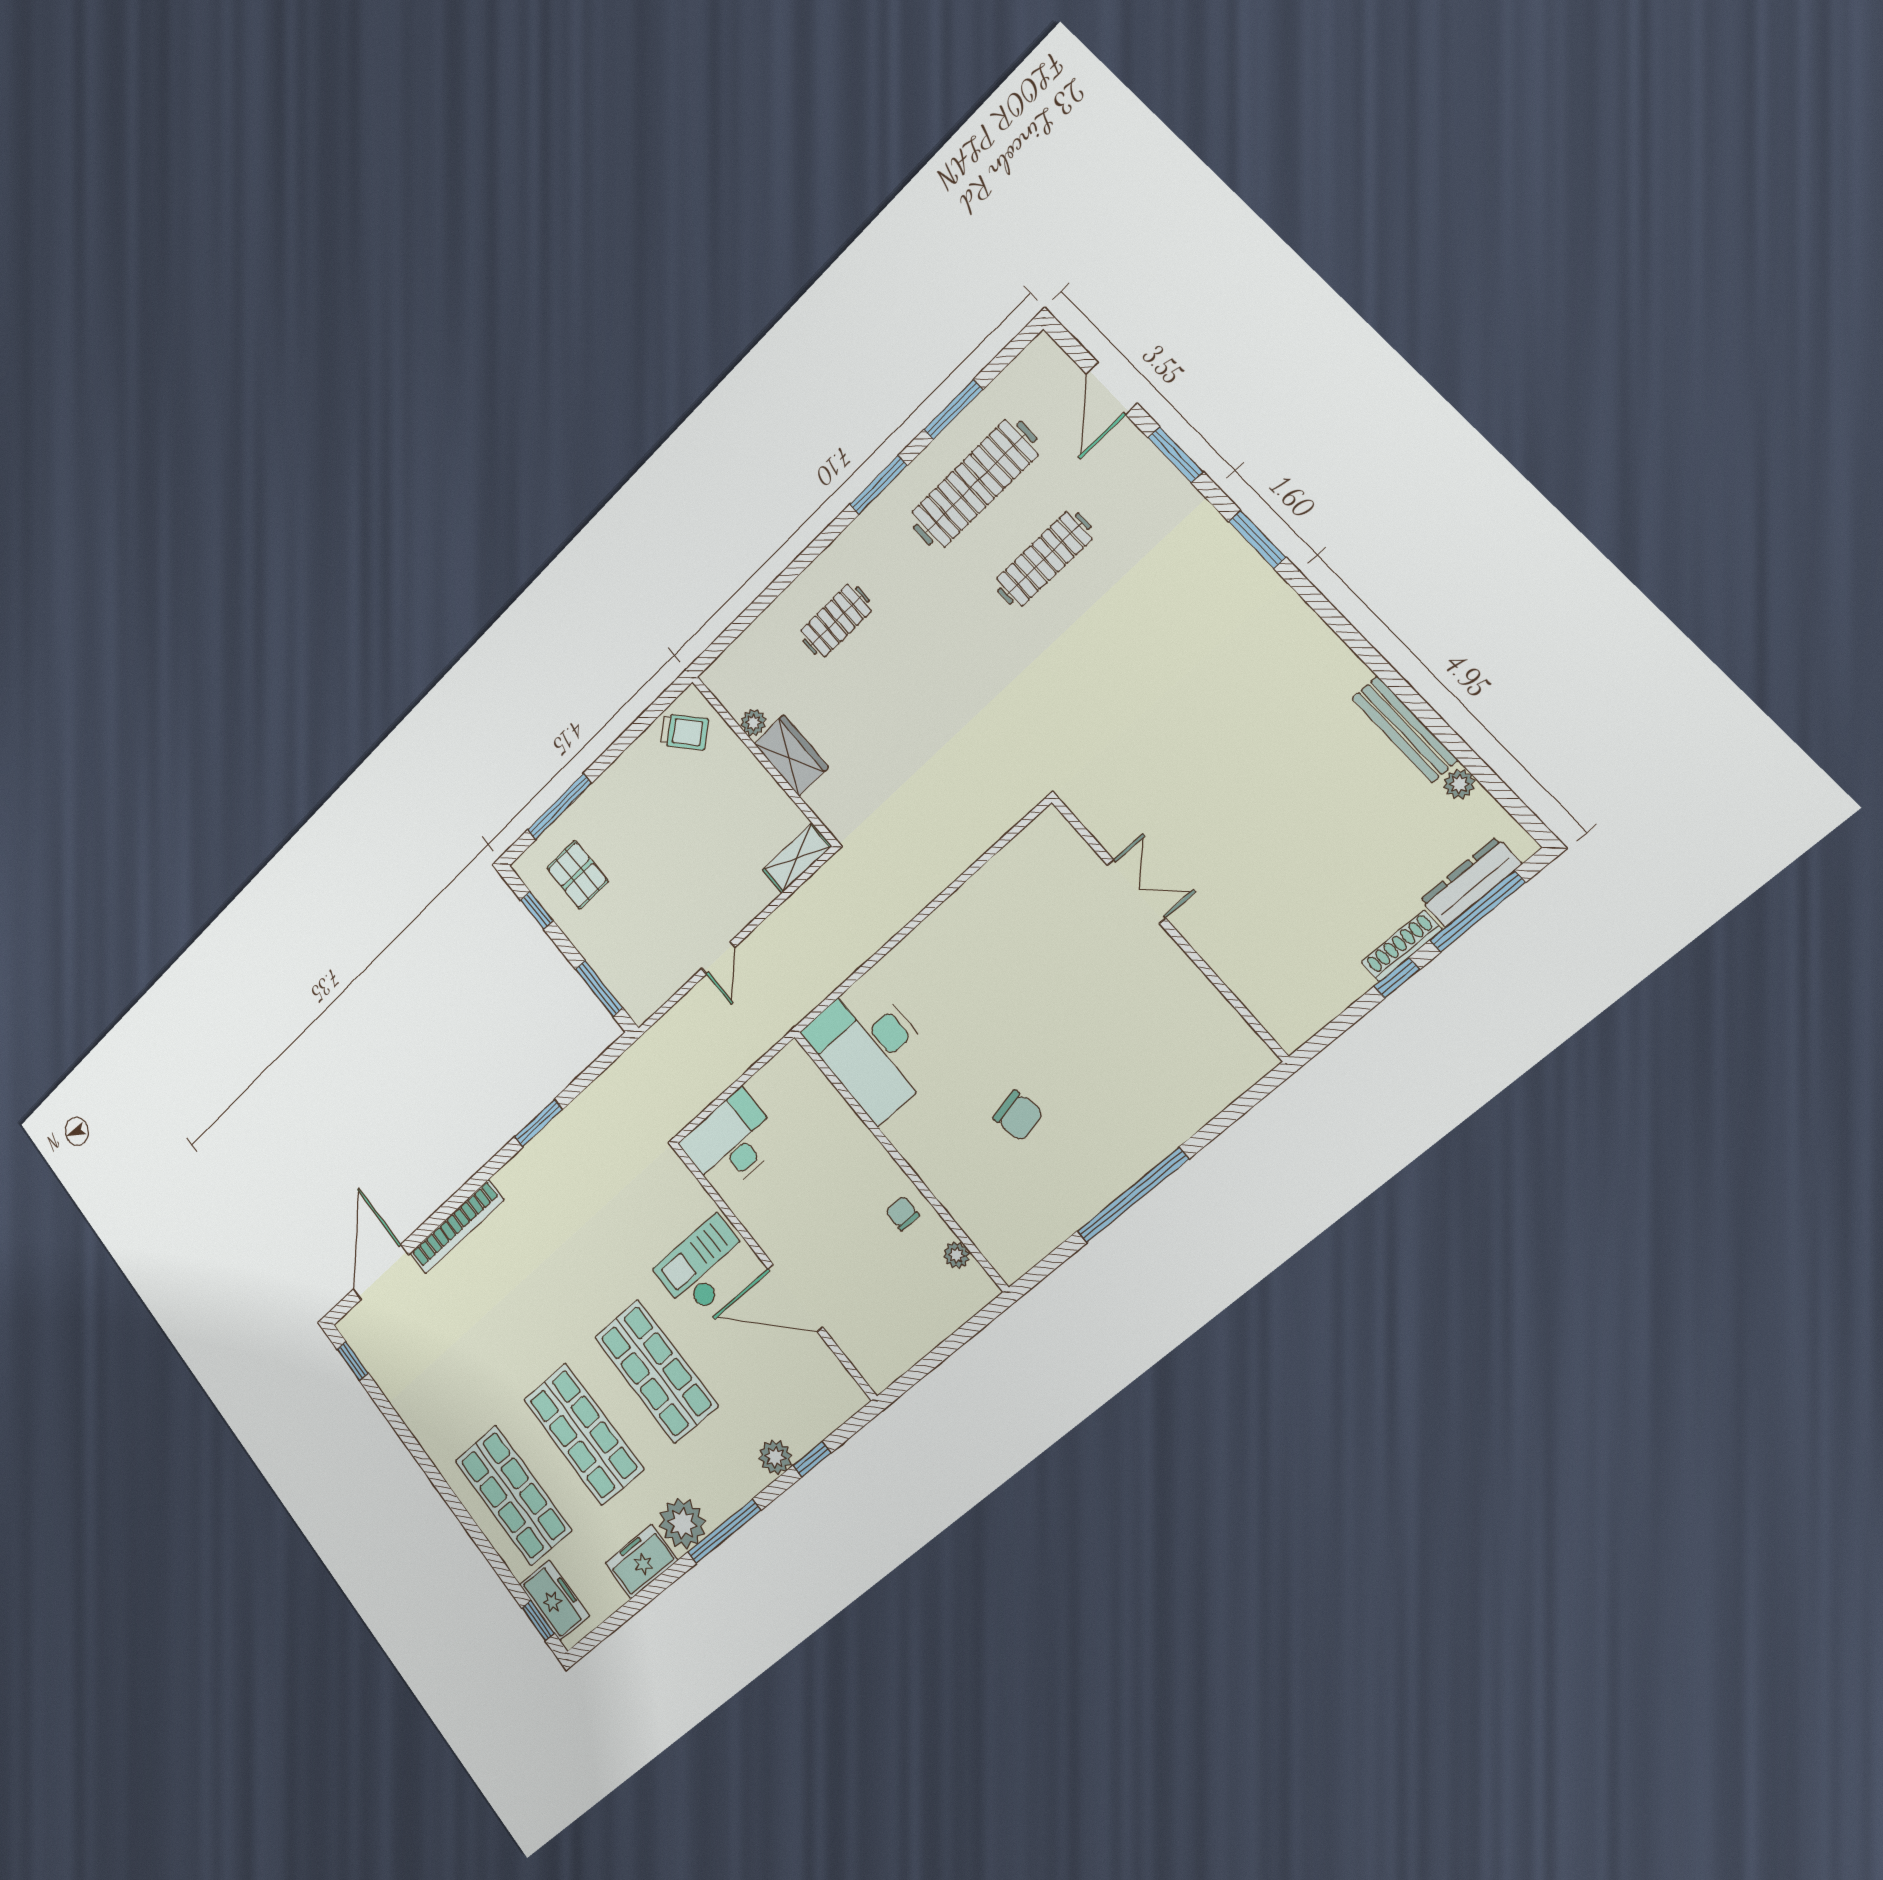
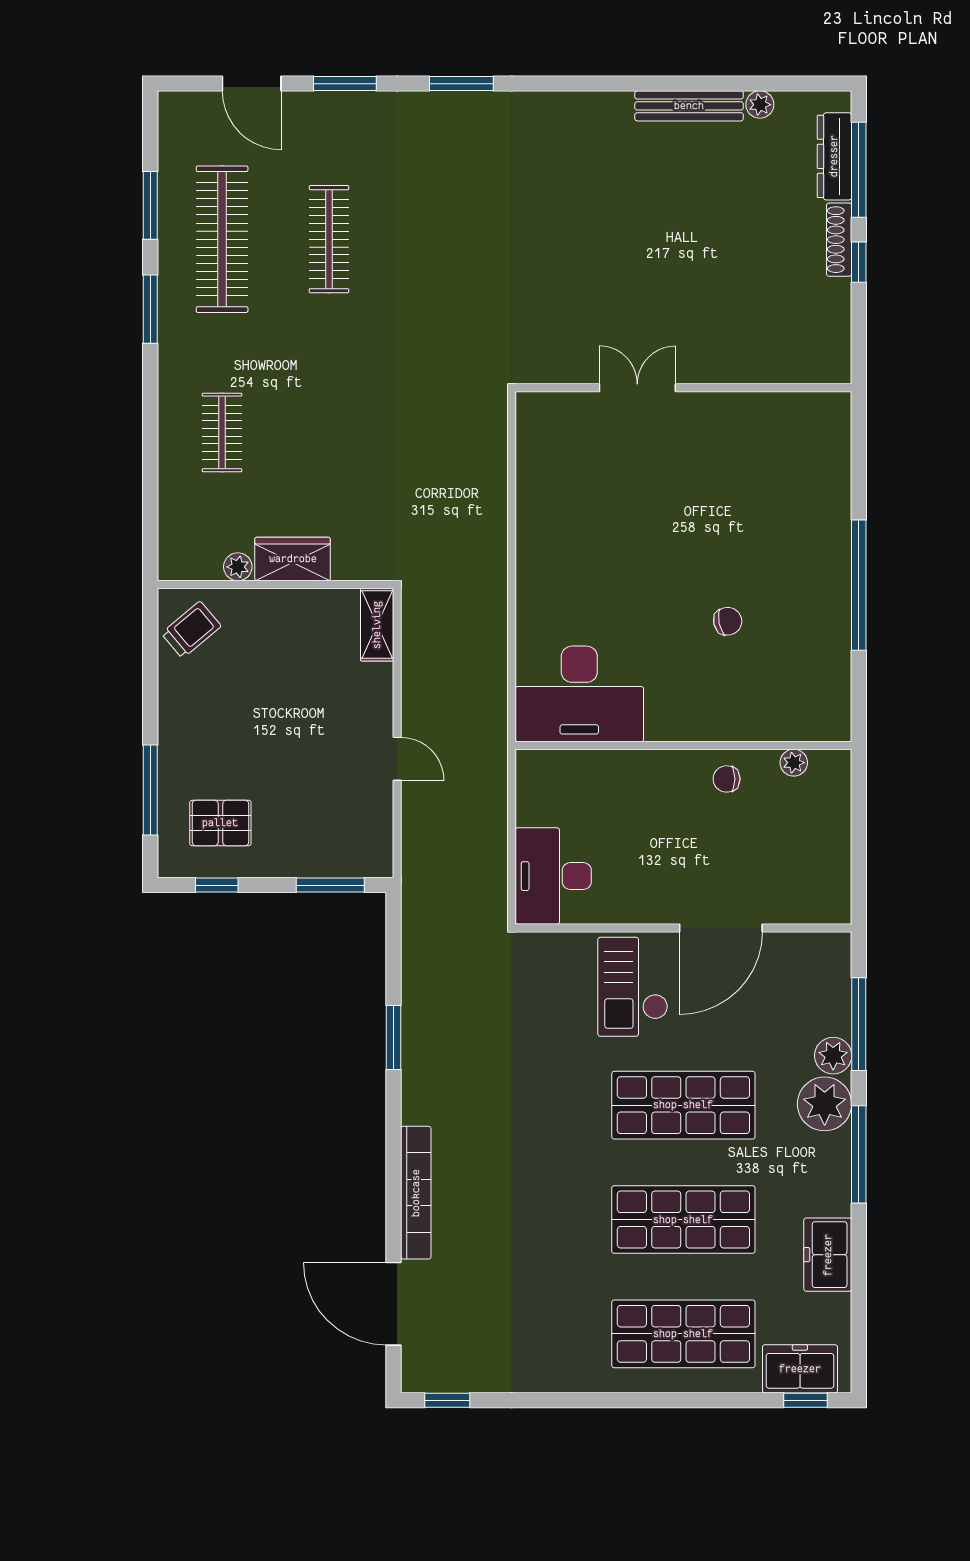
chair: (1018, 1116) -> (728, 621), width x0.73, depth x0.73
window: (812, 1459) -> (859, 1024), width x2.17
plant: (682, 1523) -> (825, 1104), moved

